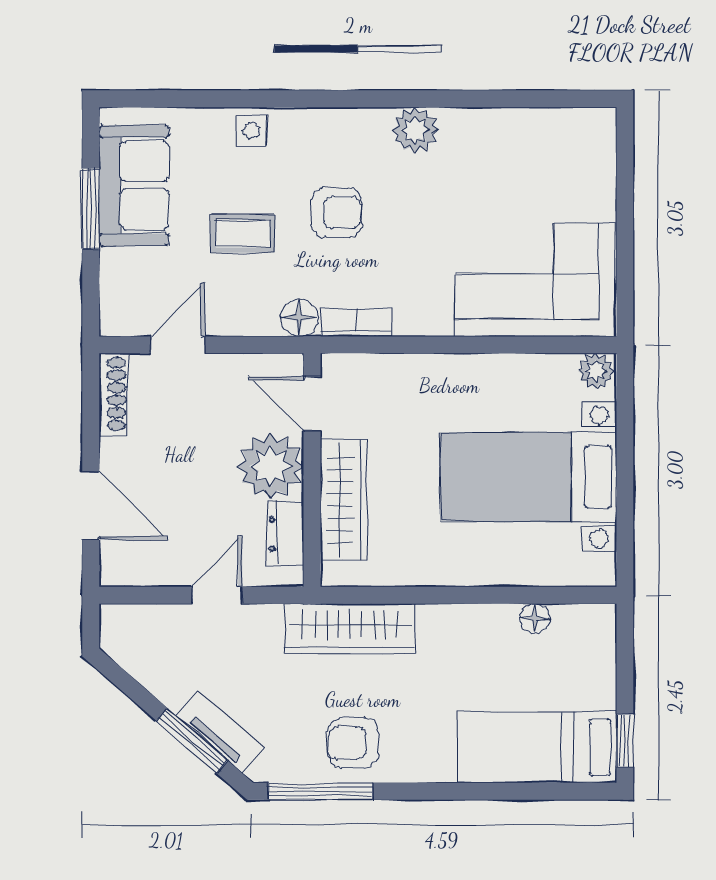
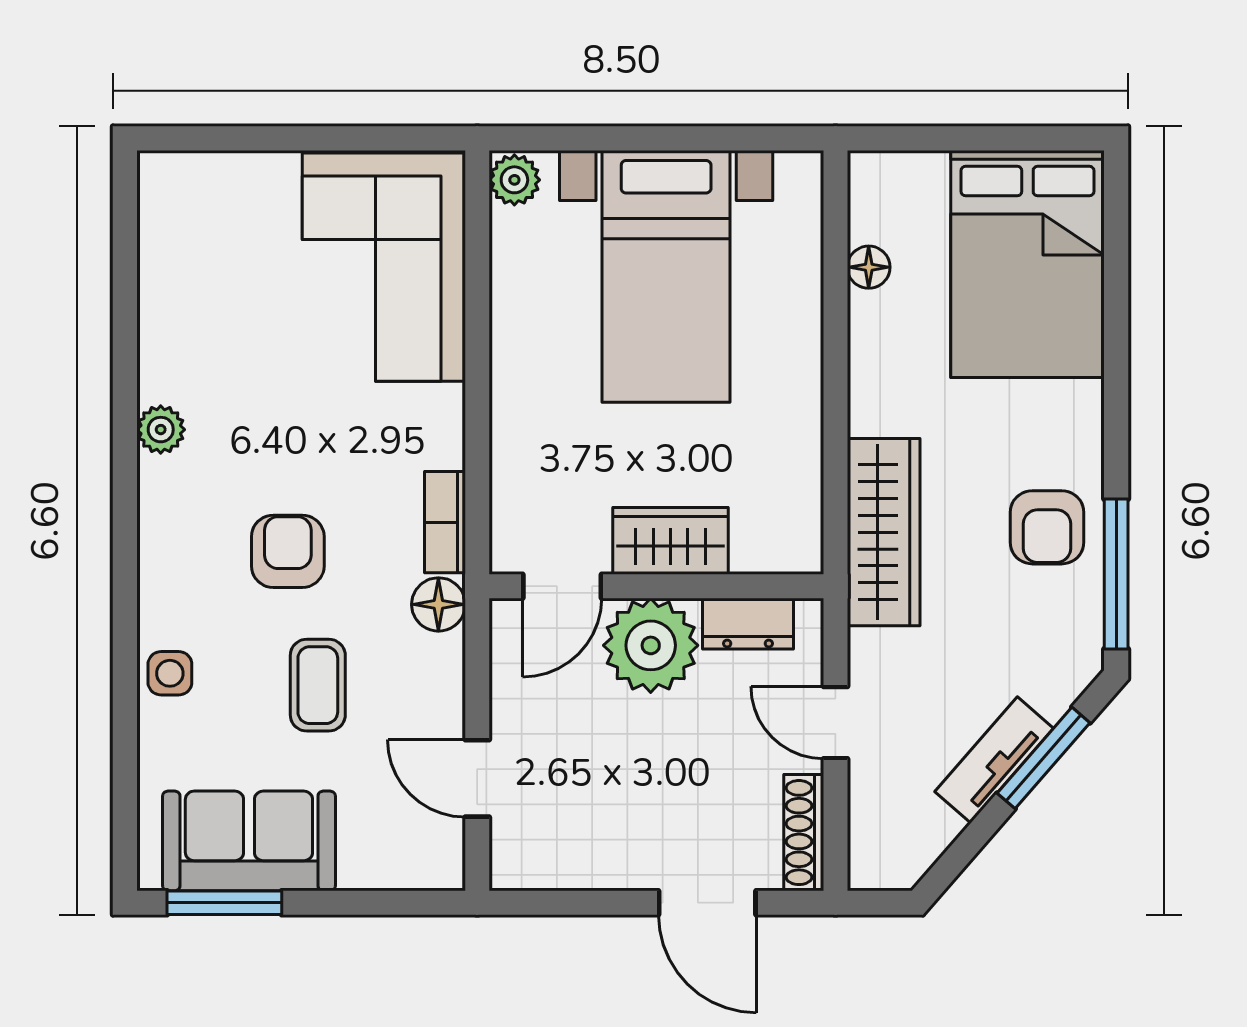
plant: (415, 130) -> (161, 430), width x0.73, depth x0.73
window: (91, 209) -> (224, 903), moved
shoe rack: (113, 394) -> (804, 833), moved, turned -90
wardrobe: (344, 500) -> (670, 541), width x0.67
door: (91, 506) -> (707, 903), swing flipped
tv unit: (221, 732) -> (994, 760), moved
window: (625, 741) -> (1044, 138), removed
bed: (537, 747) -> (1027, 264), width x1.50

